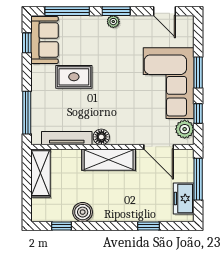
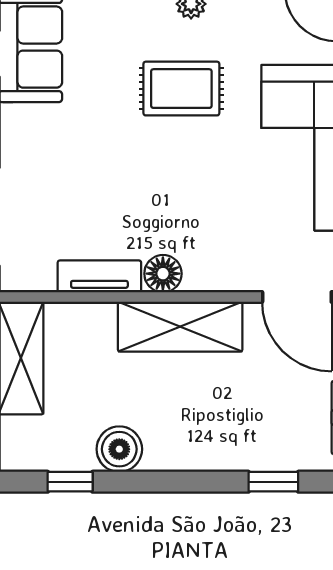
rug: (74, 77) -> (181, 89), moved
tv unit: (67, 138) -> (99, 276), width x0.71

